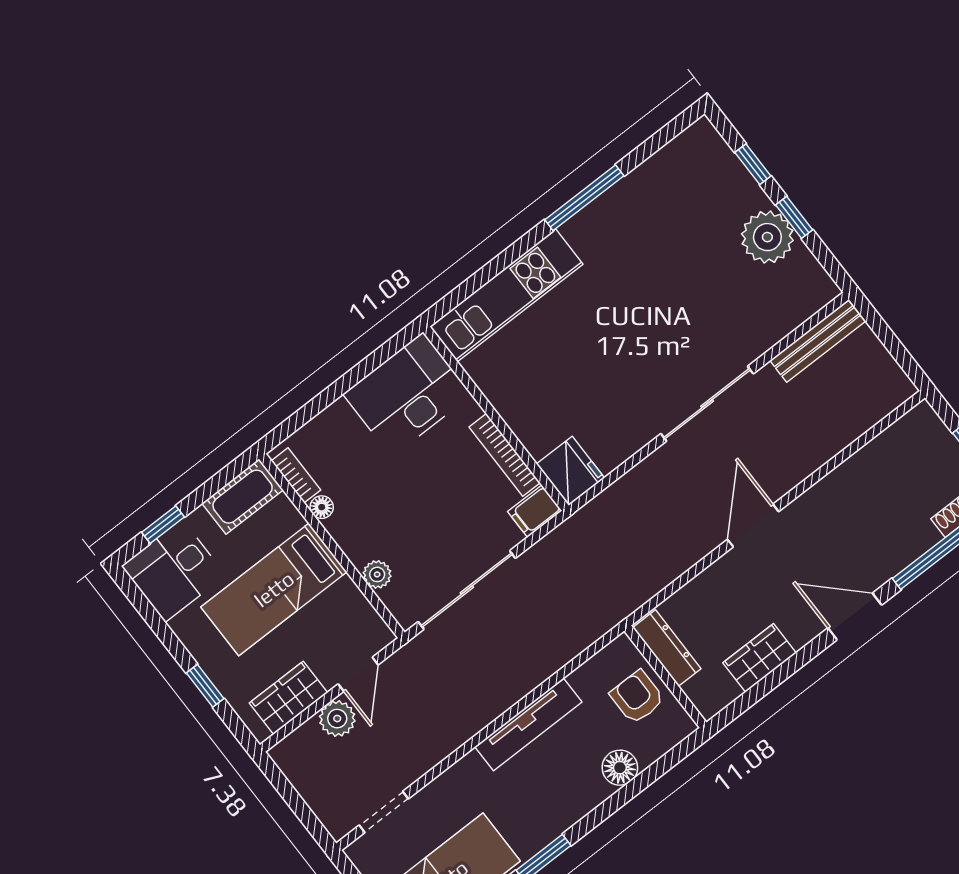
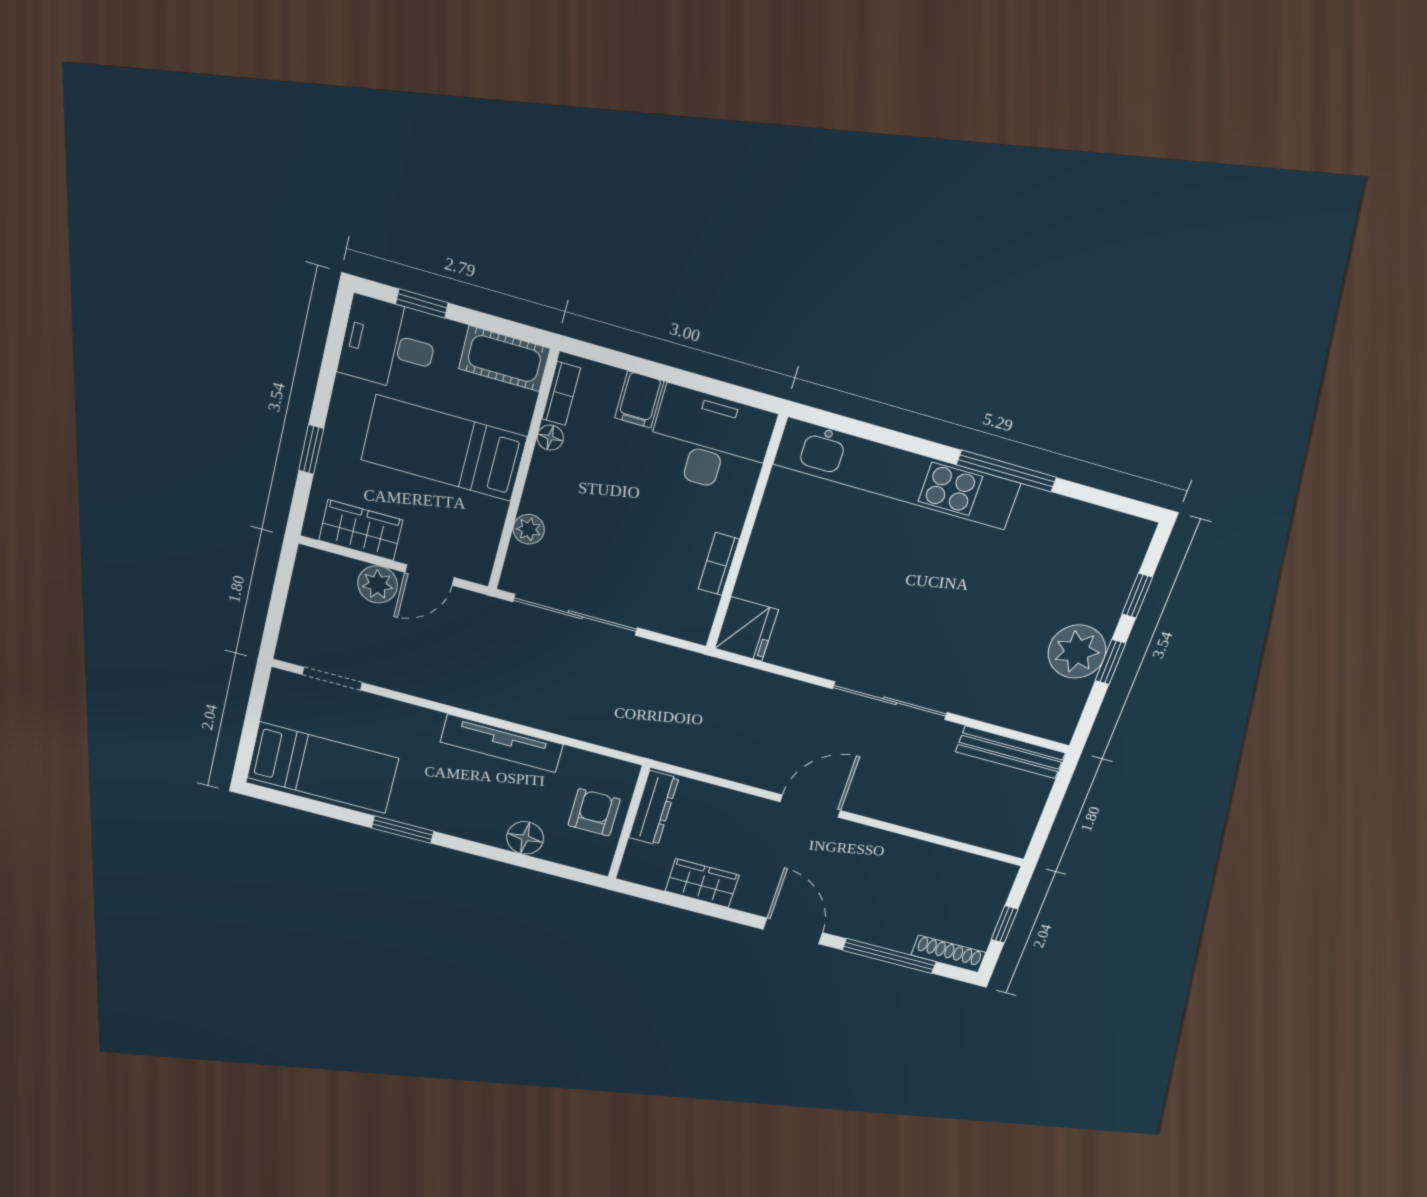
kitchen unit: (506, 295) -> (897, 474), width x1.36
bookcase: (505, 455) -> (719, 564), width x0.64
filing cabinet: (535, 511) -> (639, 400), moved, turned -90

